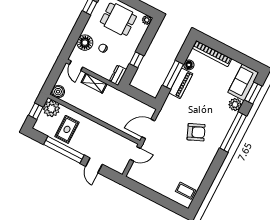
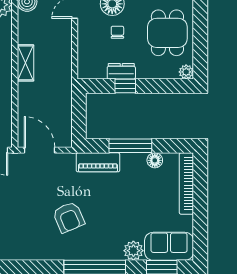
dresser: (118, 75) -> (121, 71), moved
shelving: (94, 83) -> (25, 63), moved
piano: (181, 83) -> (98, 162), moved

